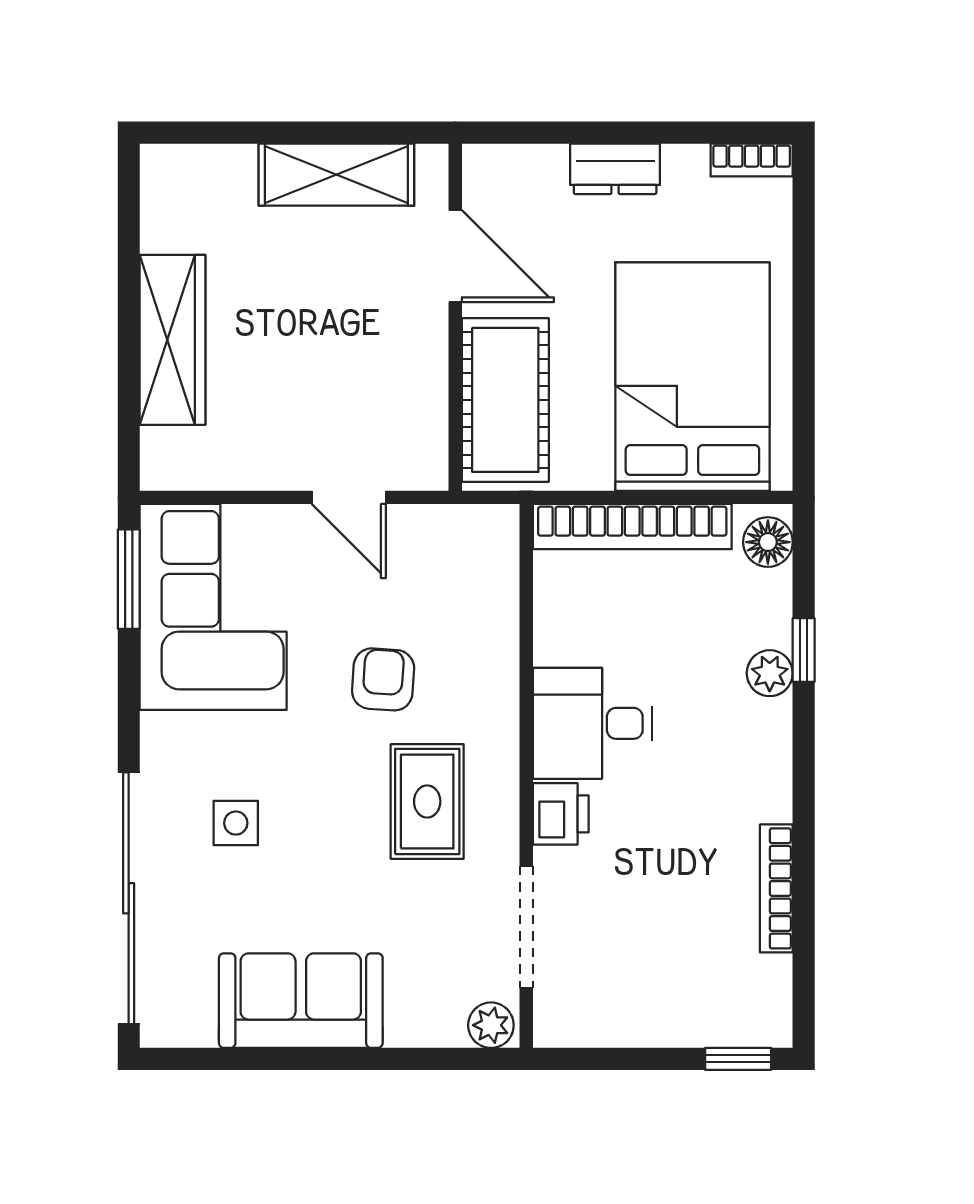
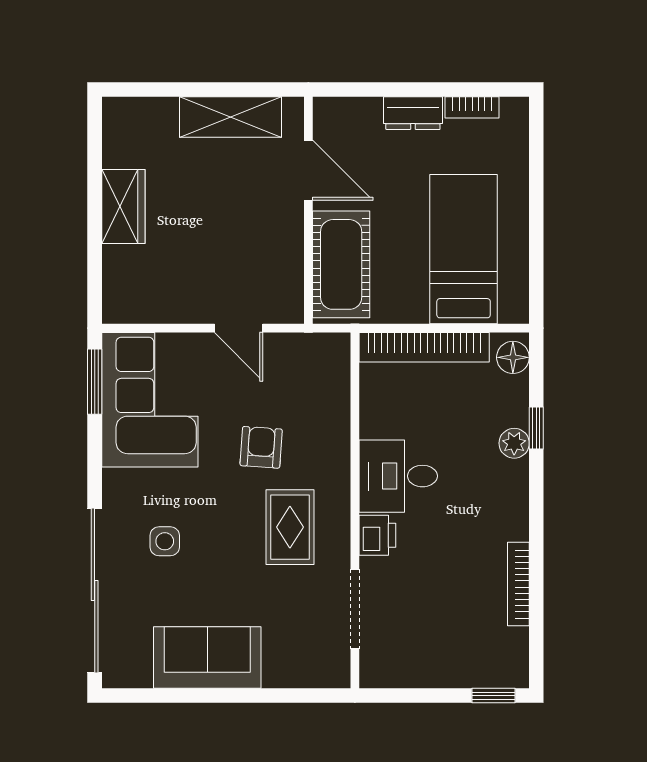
bookcase: (752, 160) -> (472, 107), moved
wardrobe: (172, 340) -> (123, 207), width x0.67
bed: (692, 377) -> (464, 249), width x0.67
plant: (491, 1025) -> (332, 674), removed

